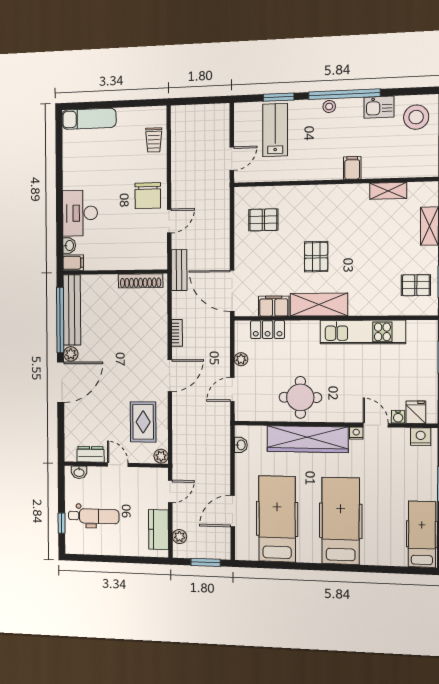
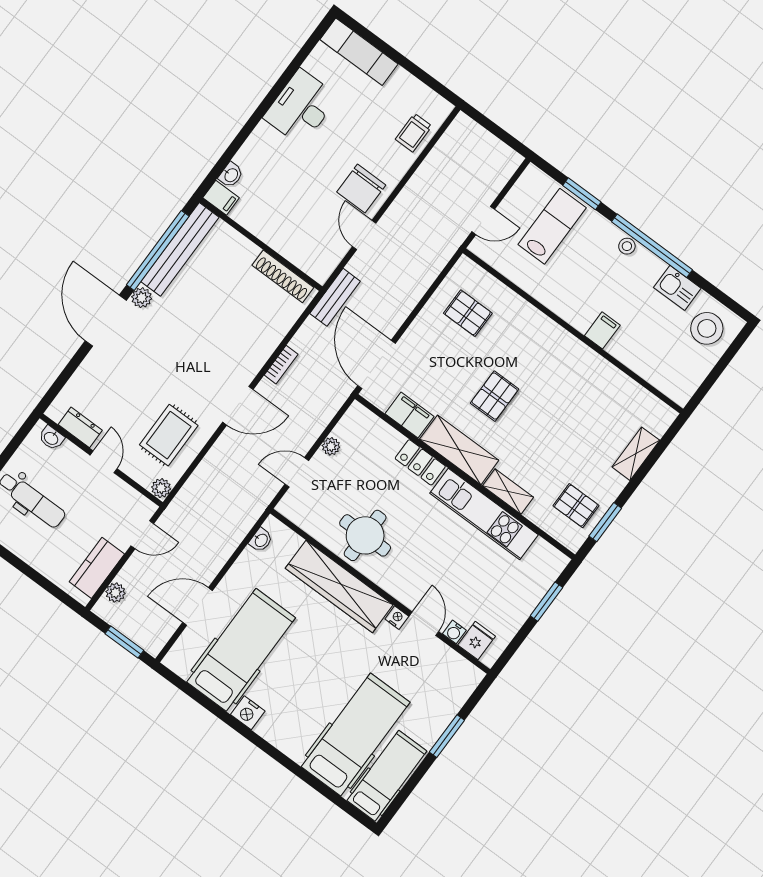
shelving: (388, 191) -> (508, 491), moved
desk: (80, 213) -> (301, 107), moved
door: (169, 221) -> (364, 235), swing flipped
locker: (268, 330) -> (420, 462), moved
door: (61, 382) -> (106, 321), swing flipped
nightstand: (421, 437) -> (248, 713), moved, turned 180
hospital bed: (341, 521) -> (356, 734), moved

